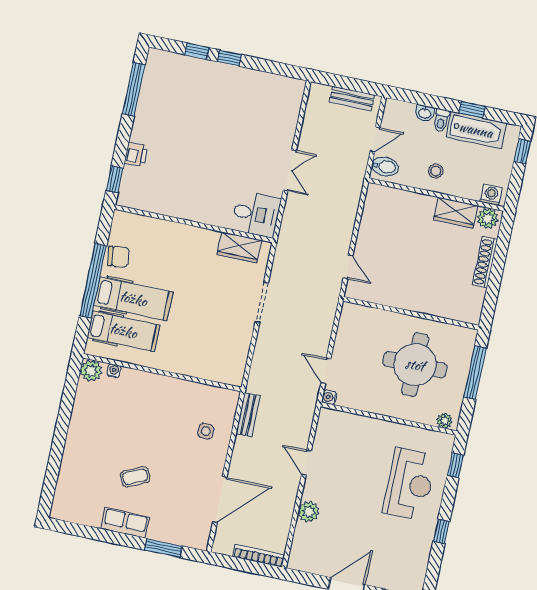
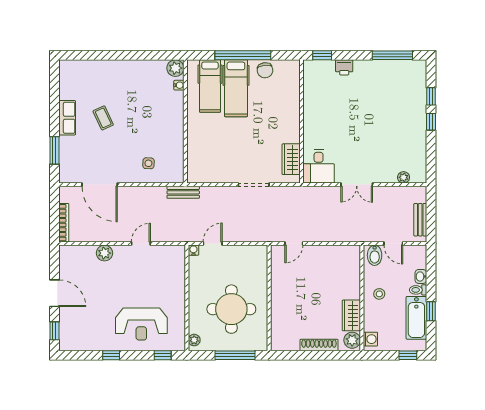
plant: (293, 108) -> (404, 177), added
bench: (248, 415) -> (183, 192), moved

